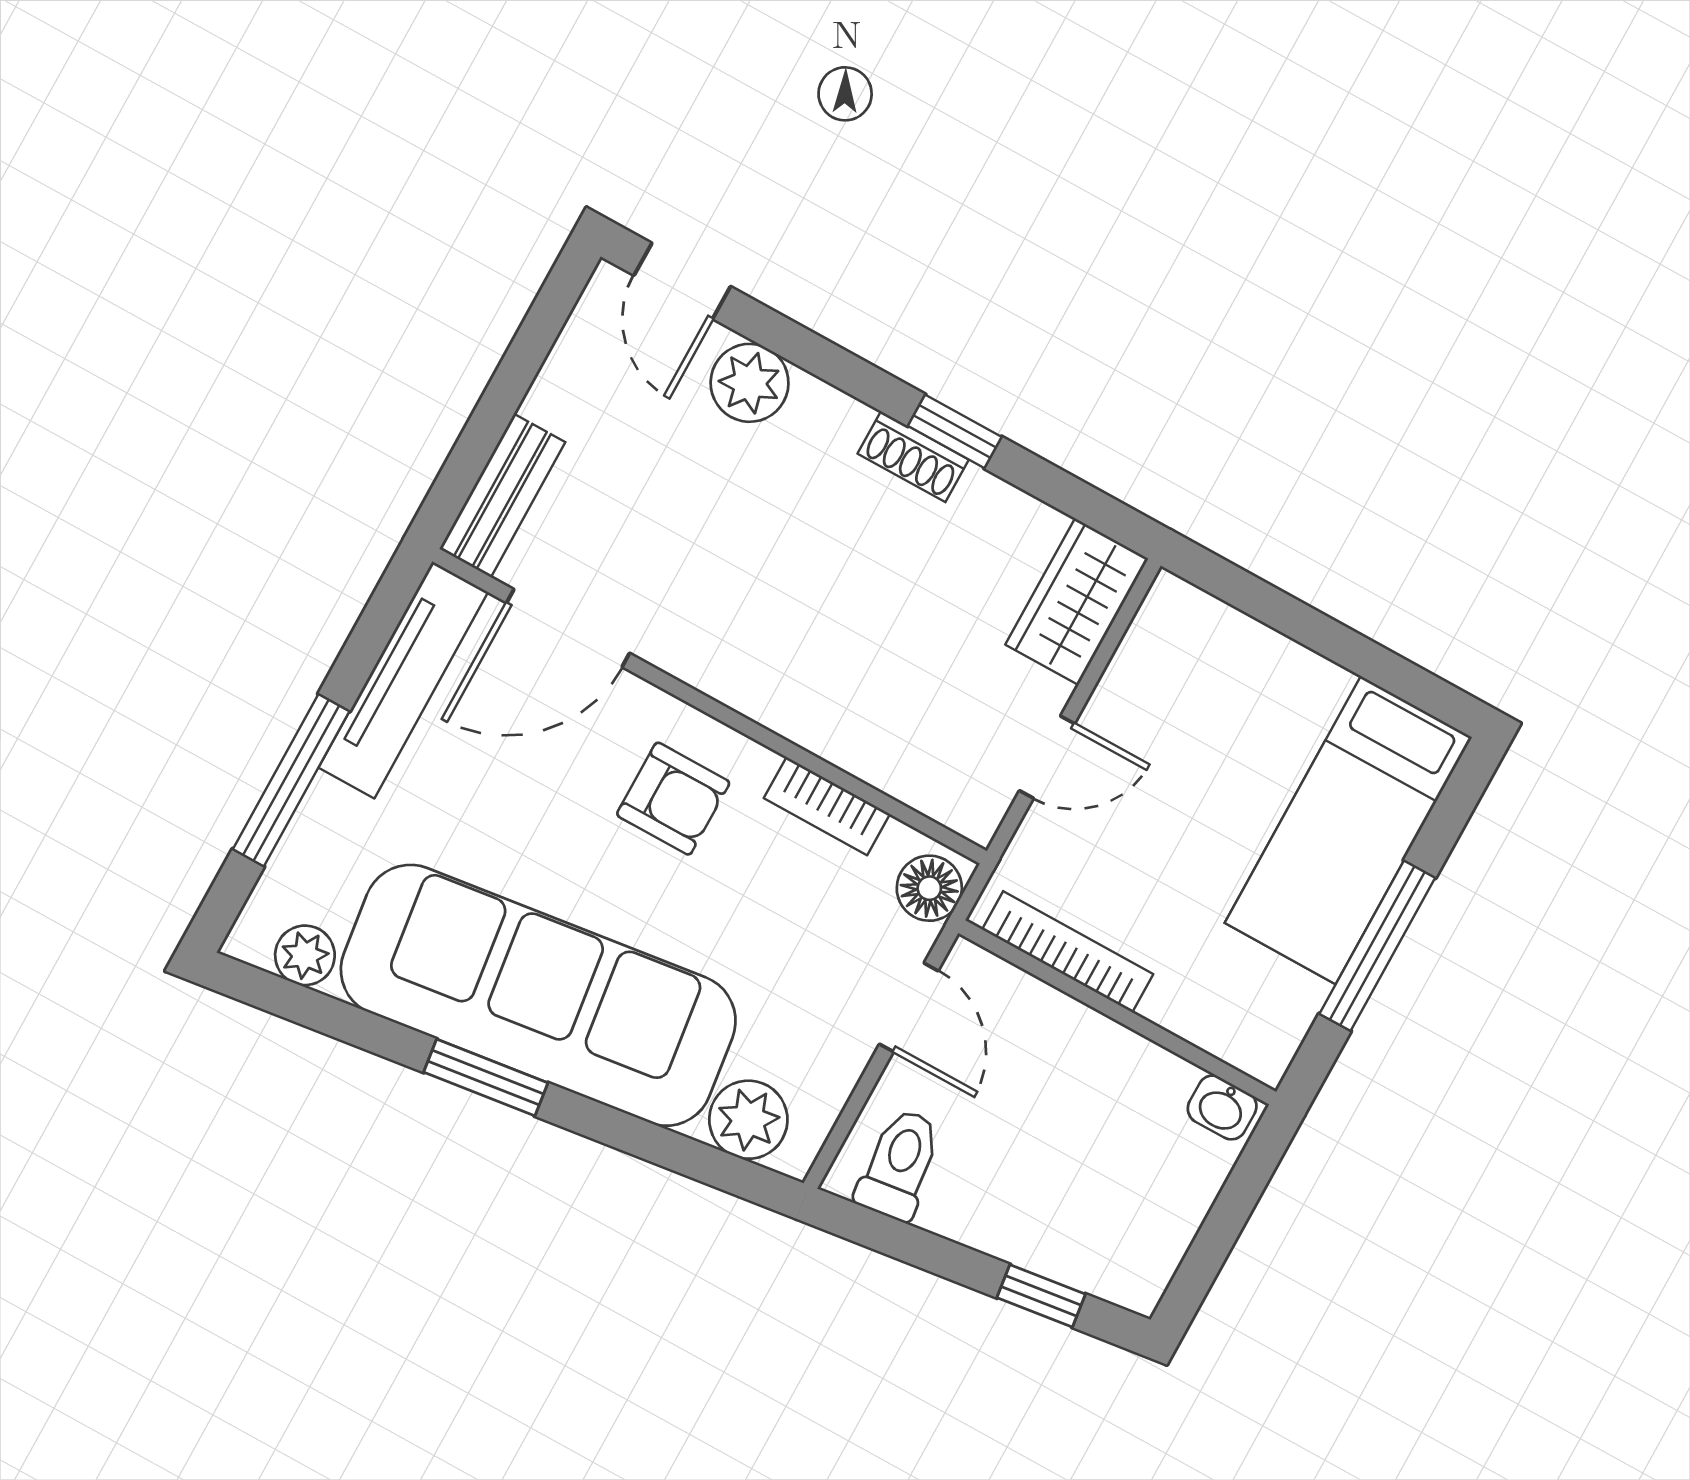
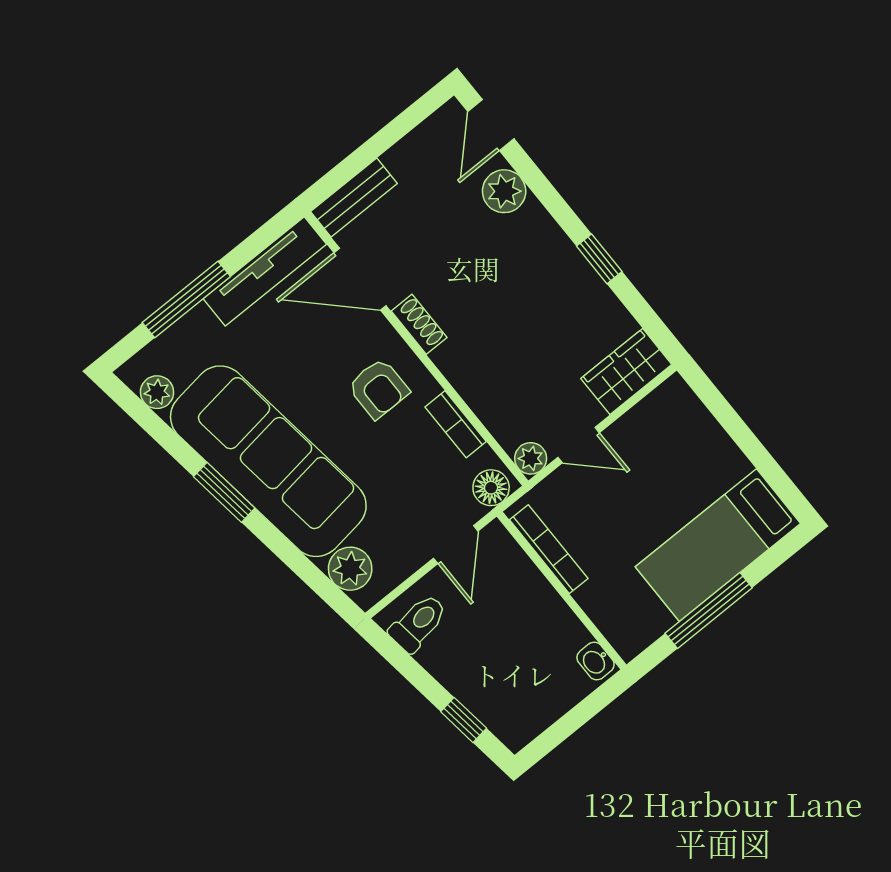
shoe rack: (913, 457) -> (419, 324), moved, turned 180
plant: (976, 812) -> (531, 458), added

